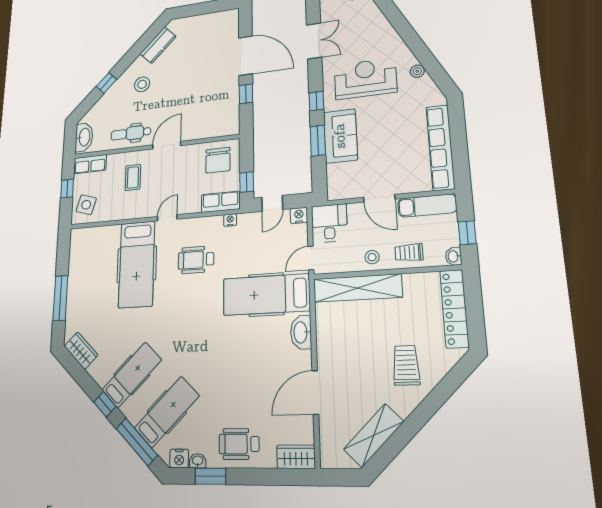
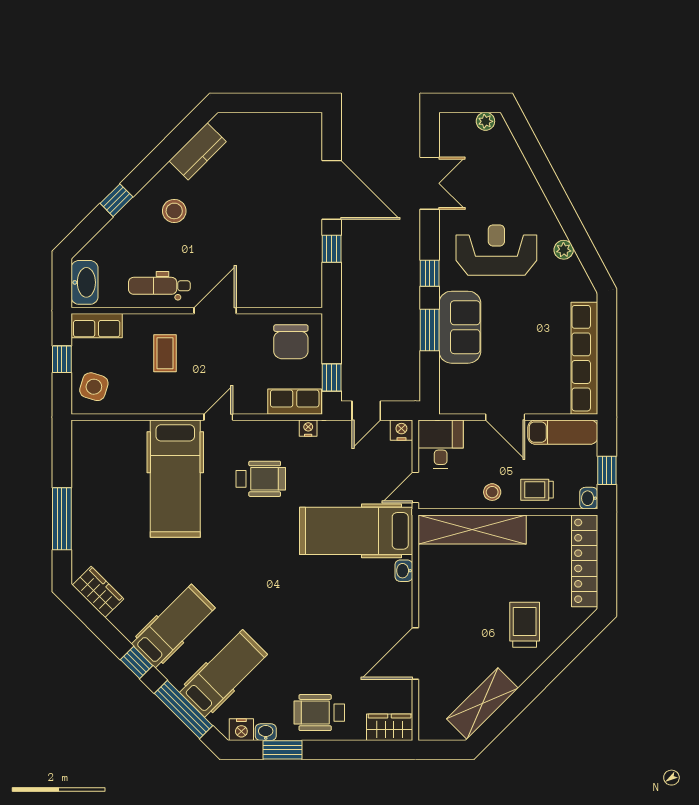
wheelchair: (196, 260) -> (261, 479), turned 180
washbasin: (301, 332) -> (404, 571), width x0.52, depth x0.69

